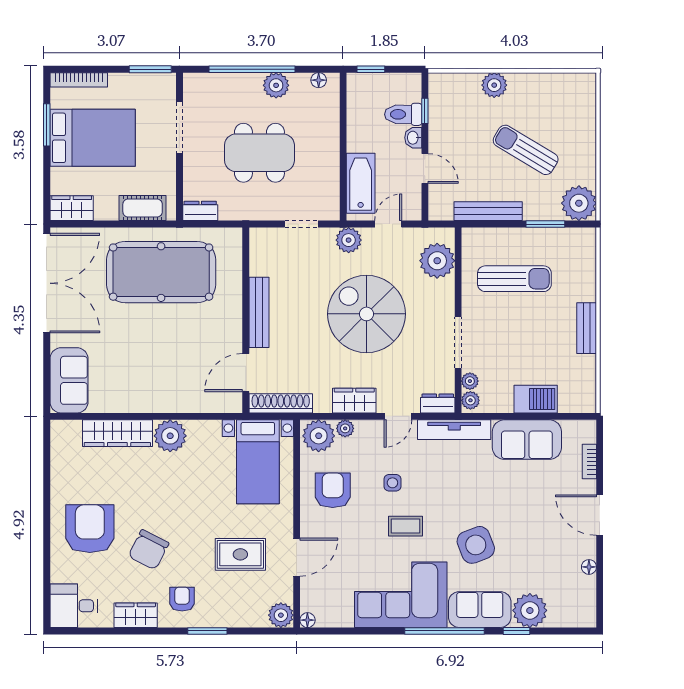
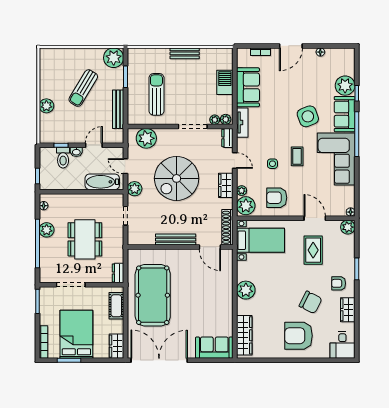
tv unit: (454, 430) -> (242, 123), width x0.71
wardrobe: (117, 433) -> (244, 335), moved

